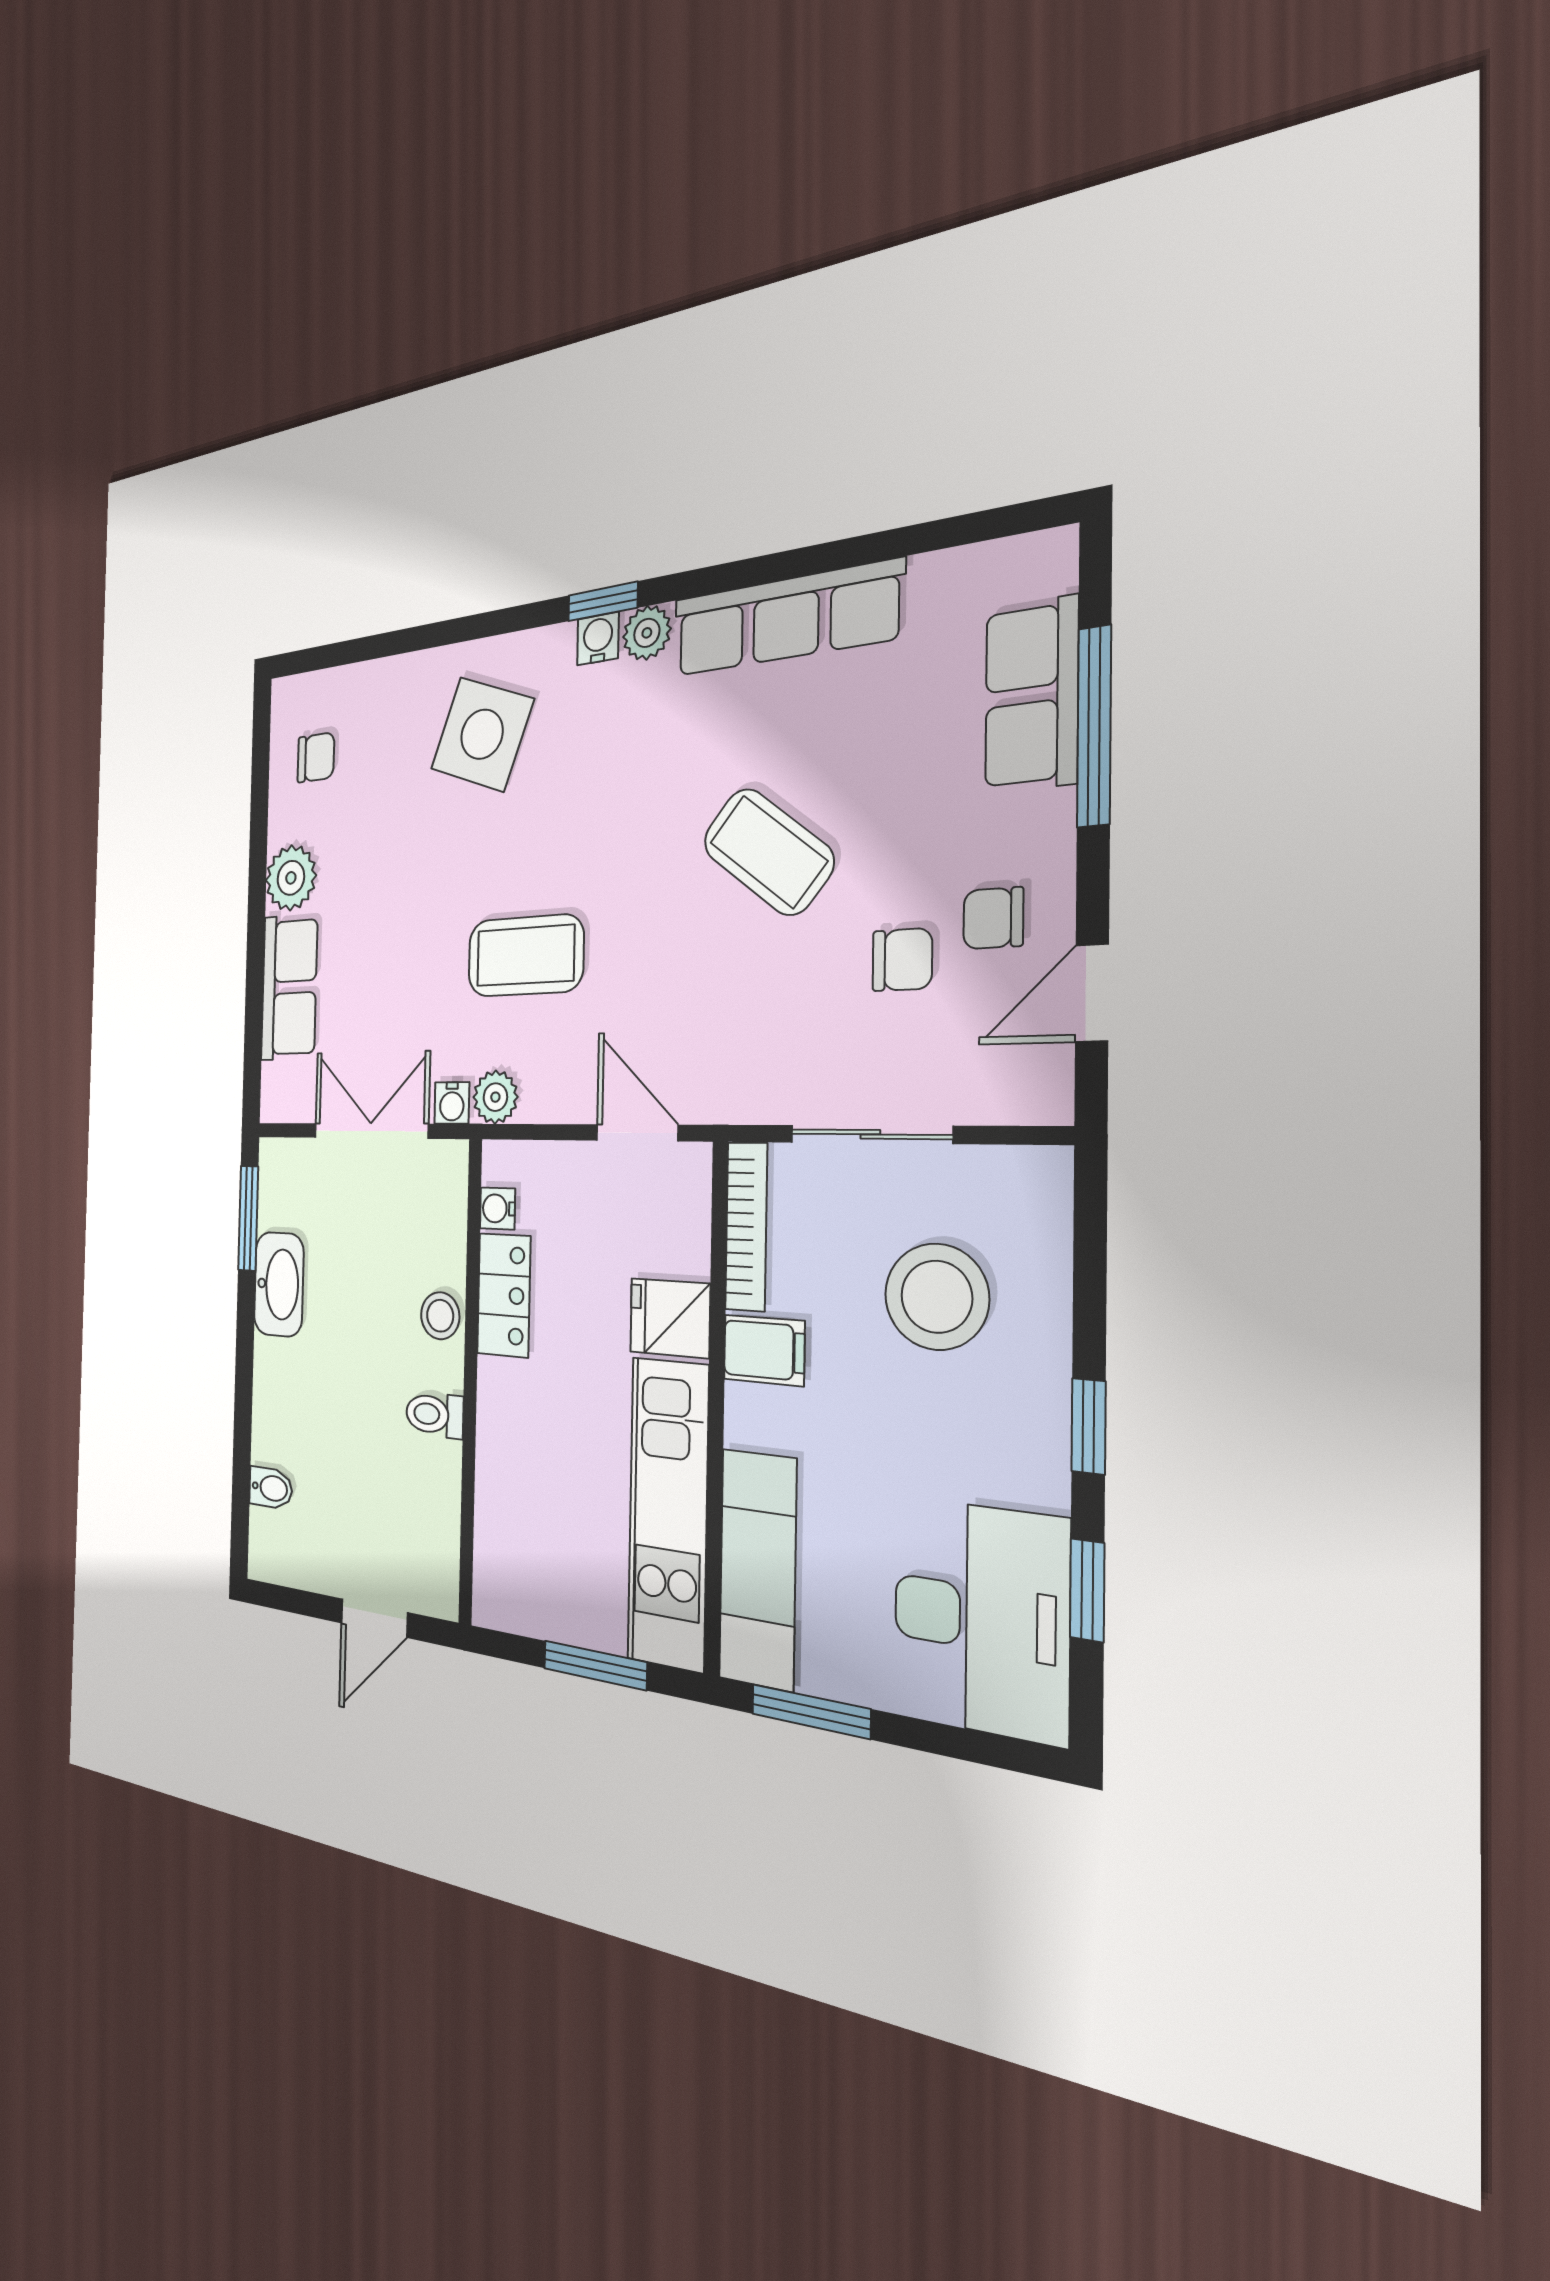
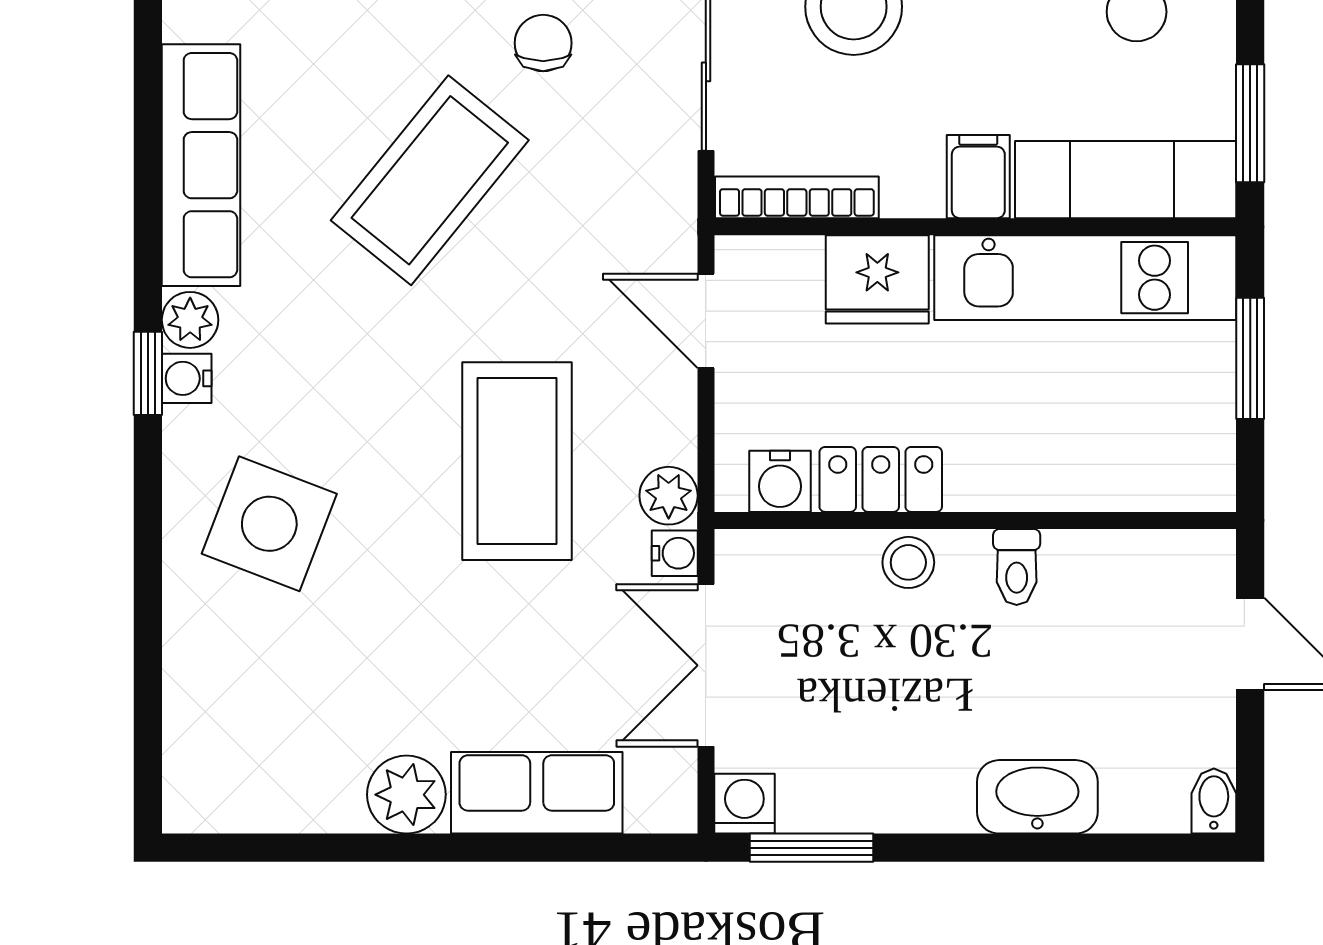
chair: (316, 757) -> (266, 761), removed
coffee table: (768, 852) -> (430, 180), width x1.36, depth x1.32
coffee table: (525, 956) -> (517, 461), width x1.36, depth x1.32
door: (637, 1133) -> (706, 321), hinge flipped
washing machine: (278, 1163) -> (744, 804), added
water cooler: (498, 1208) -> (780, 481), width x1.38, depth x1.38
washbasin: (279, 1284) -> (1037, 797), moved
fridge: (670, 1318) -> (877, 279), width x1.38
filing cabinet: (764, 1350) -> (978, 177), moved
bidet: (271, 1488) -> (1214, 801), moved

